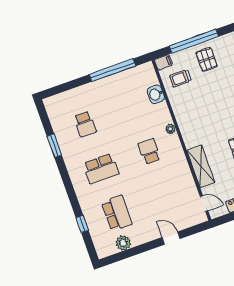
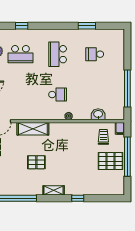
pallet: (207, 59) -> (110, 161), width x1.50, depth x1.42

